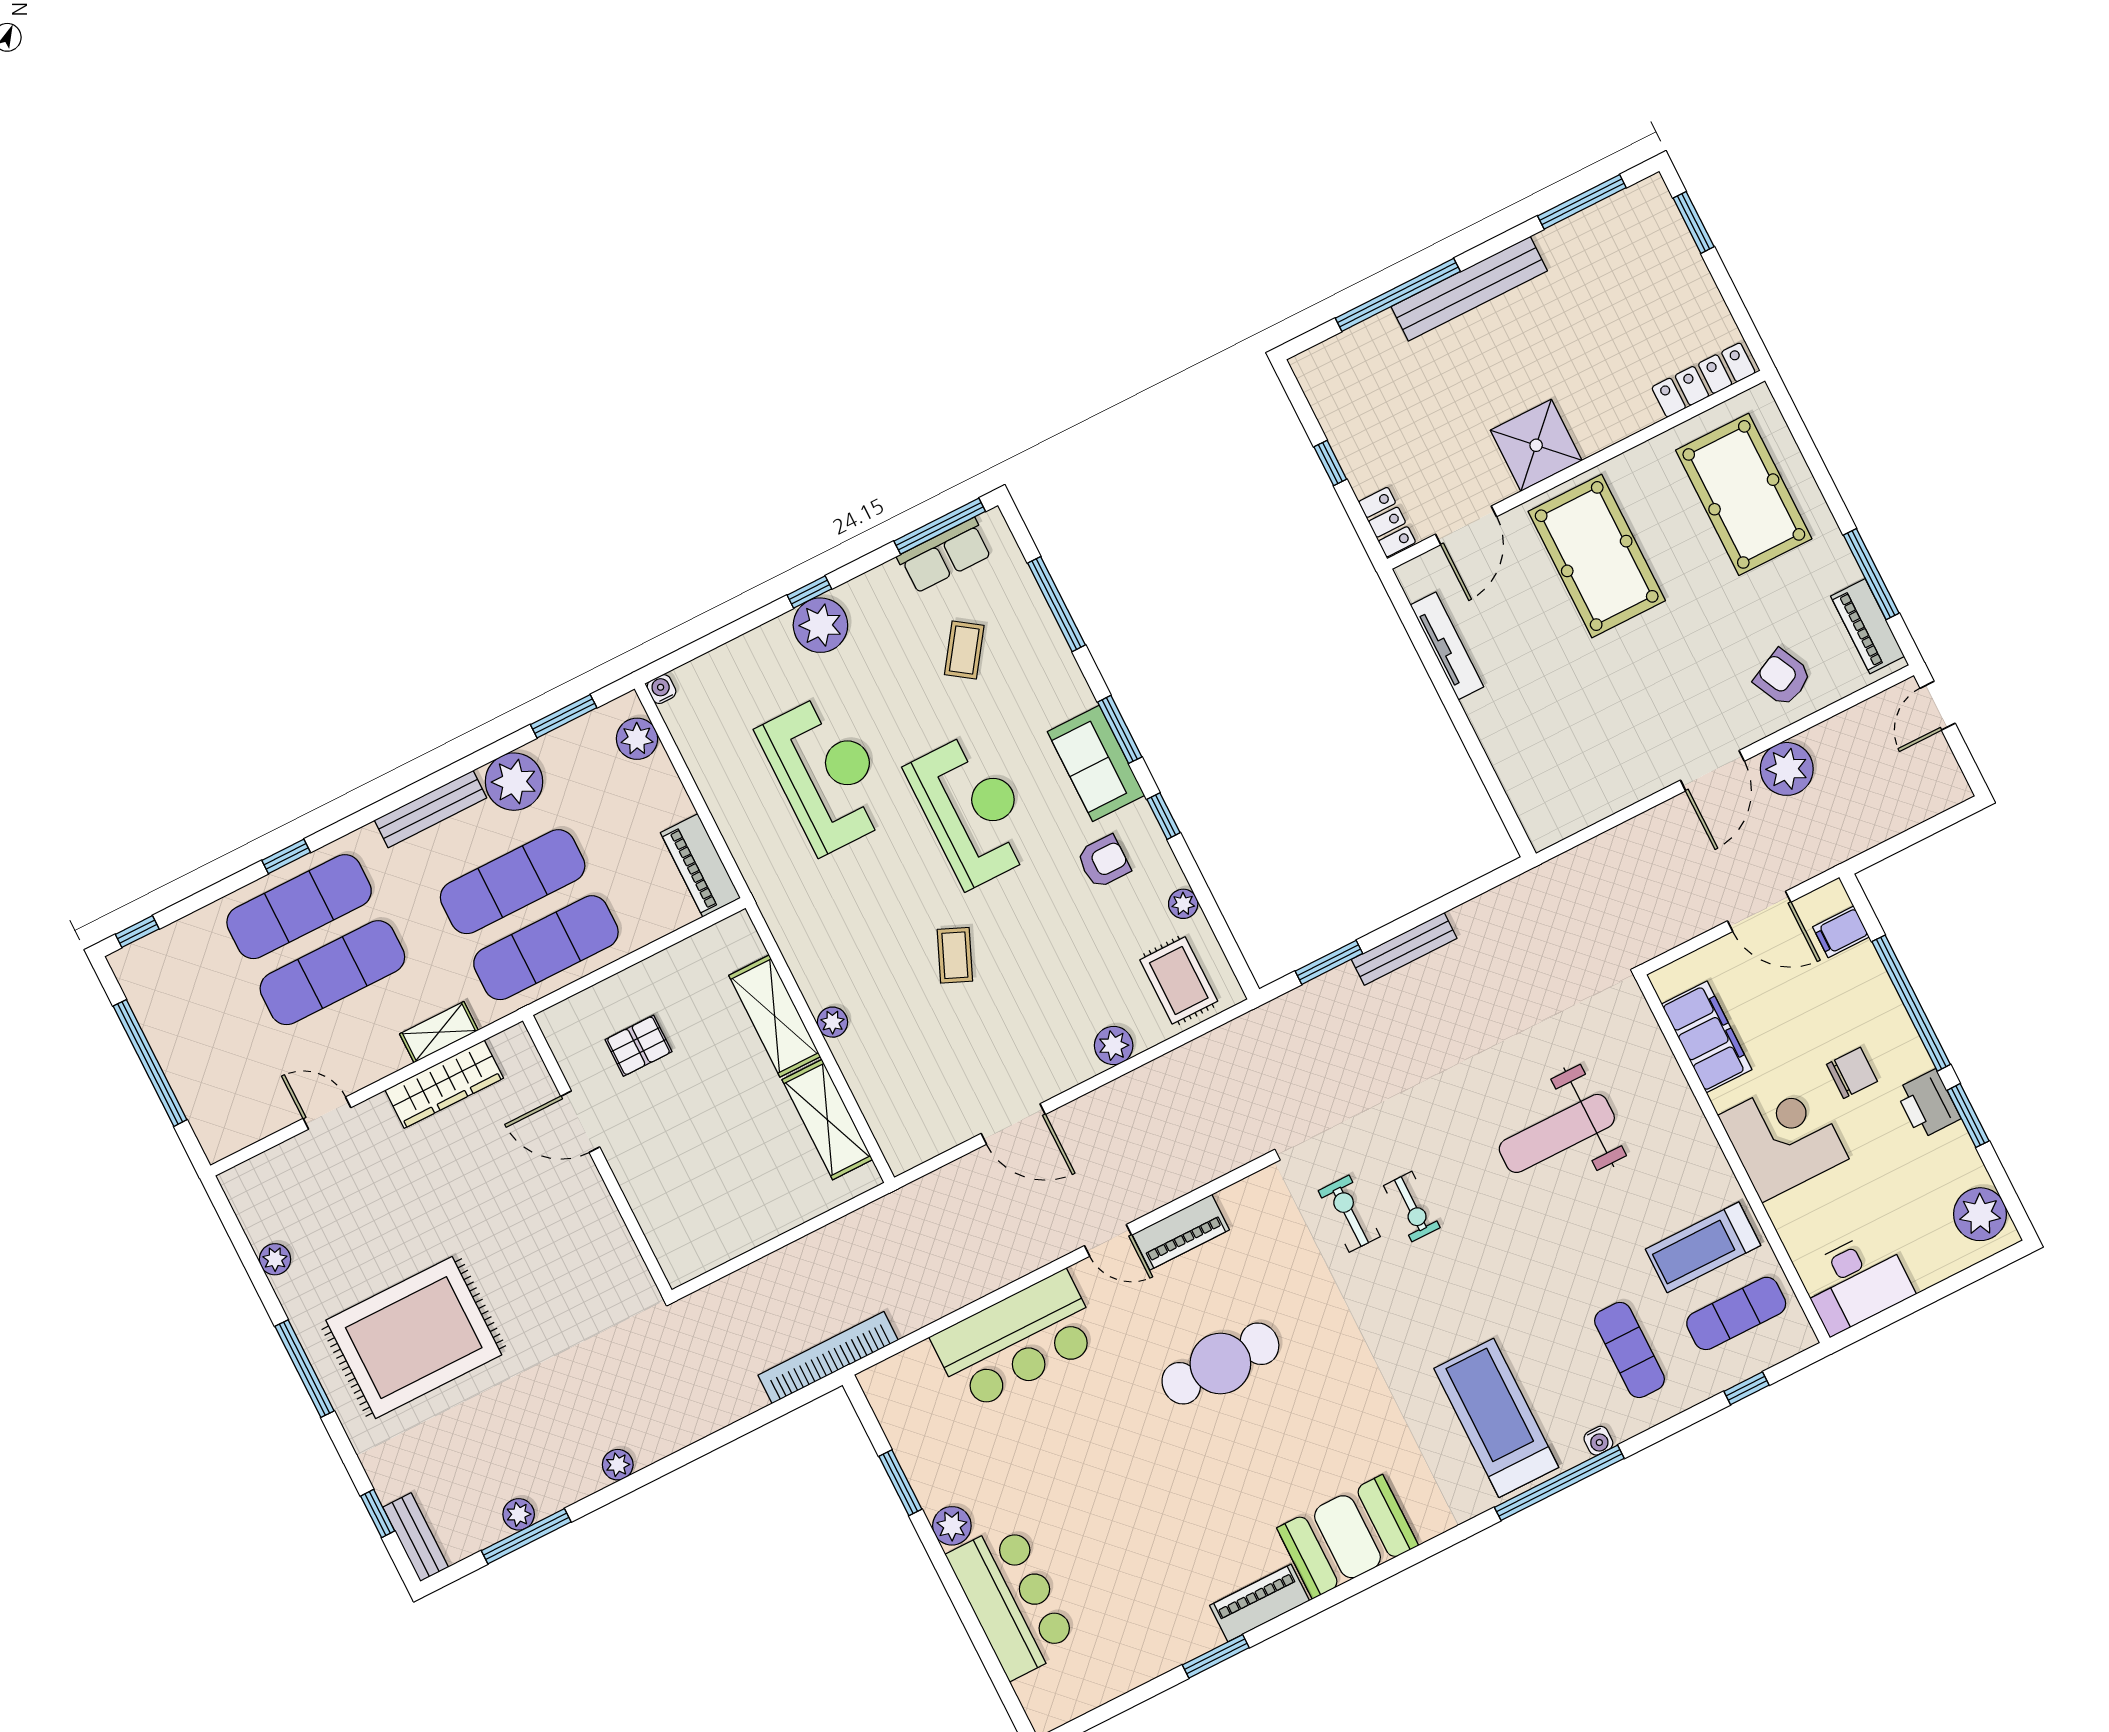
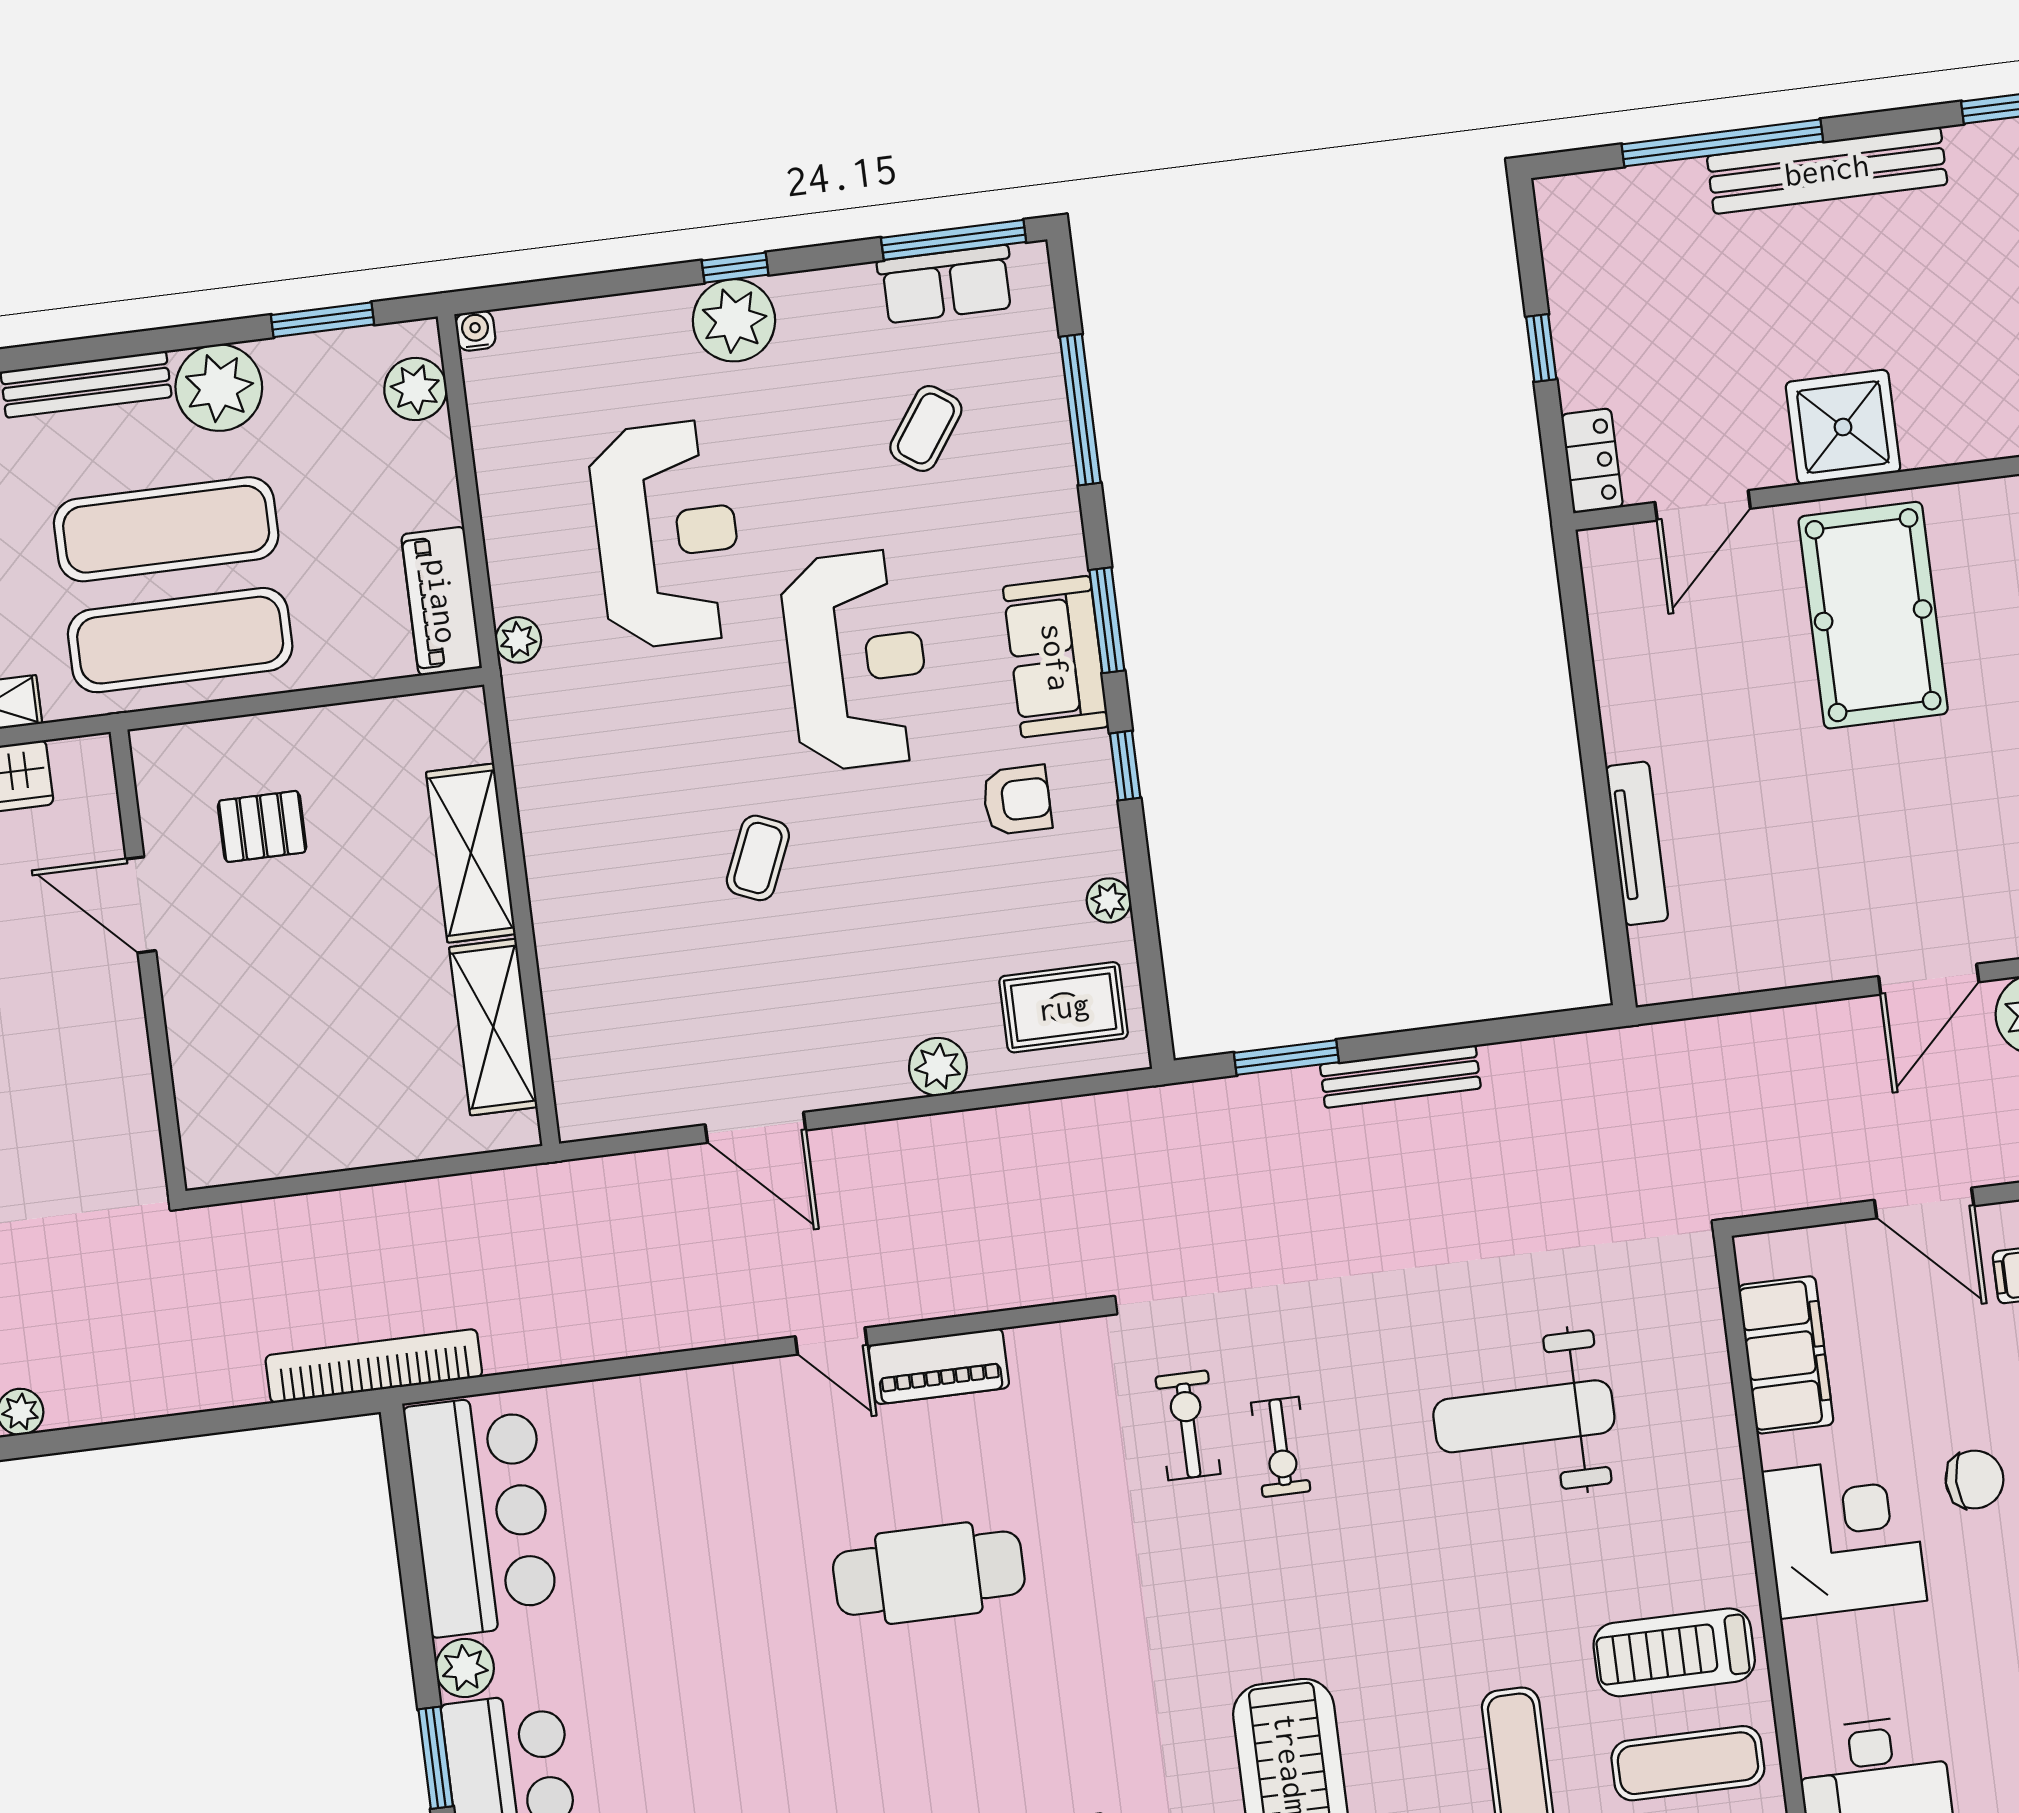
tv unit: (1447, 646) -> (1637, 843), moved
rug: (1179, 980) -> (1064, 1007), turned 90
plant: (832, 1022) -> (518, 640), moved
bar counter: (1017, 1341) -> (481, 1515), moved, turned -90
window: (900, 1483) -> (436, 1758), moved

